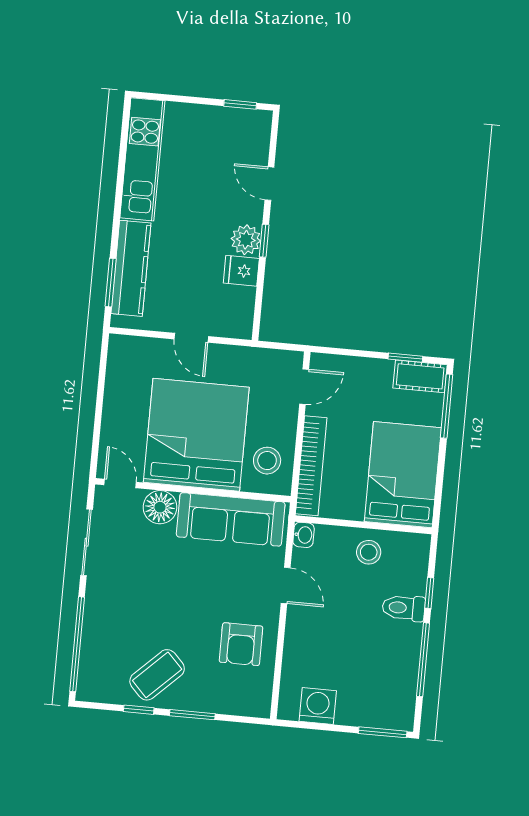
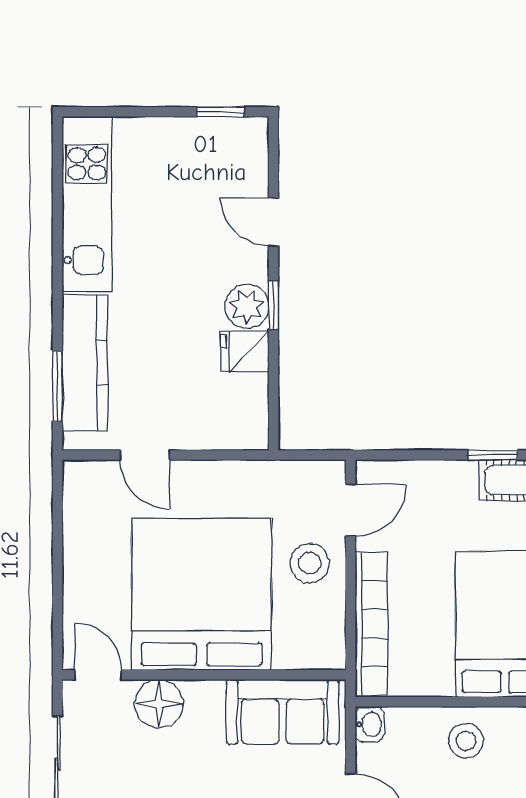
door: (191, 338) -> (145, 455), moved
stool: (267, 461) -> (310, 563), moved
sofa: (231, 519) -> (283, 712), width x0.73

